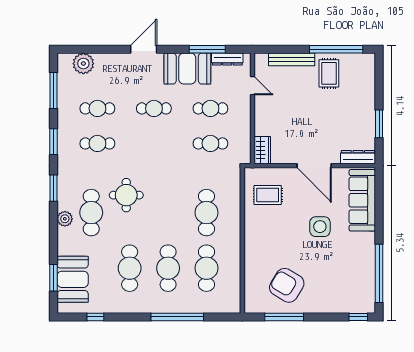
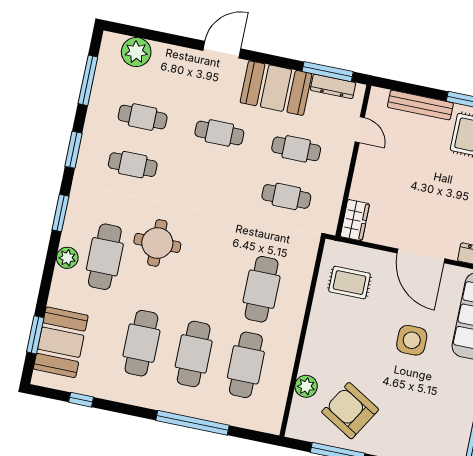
window: (207, 49) -> (328, 72), moved
plant: (252, 275) -> (306, 386), added

